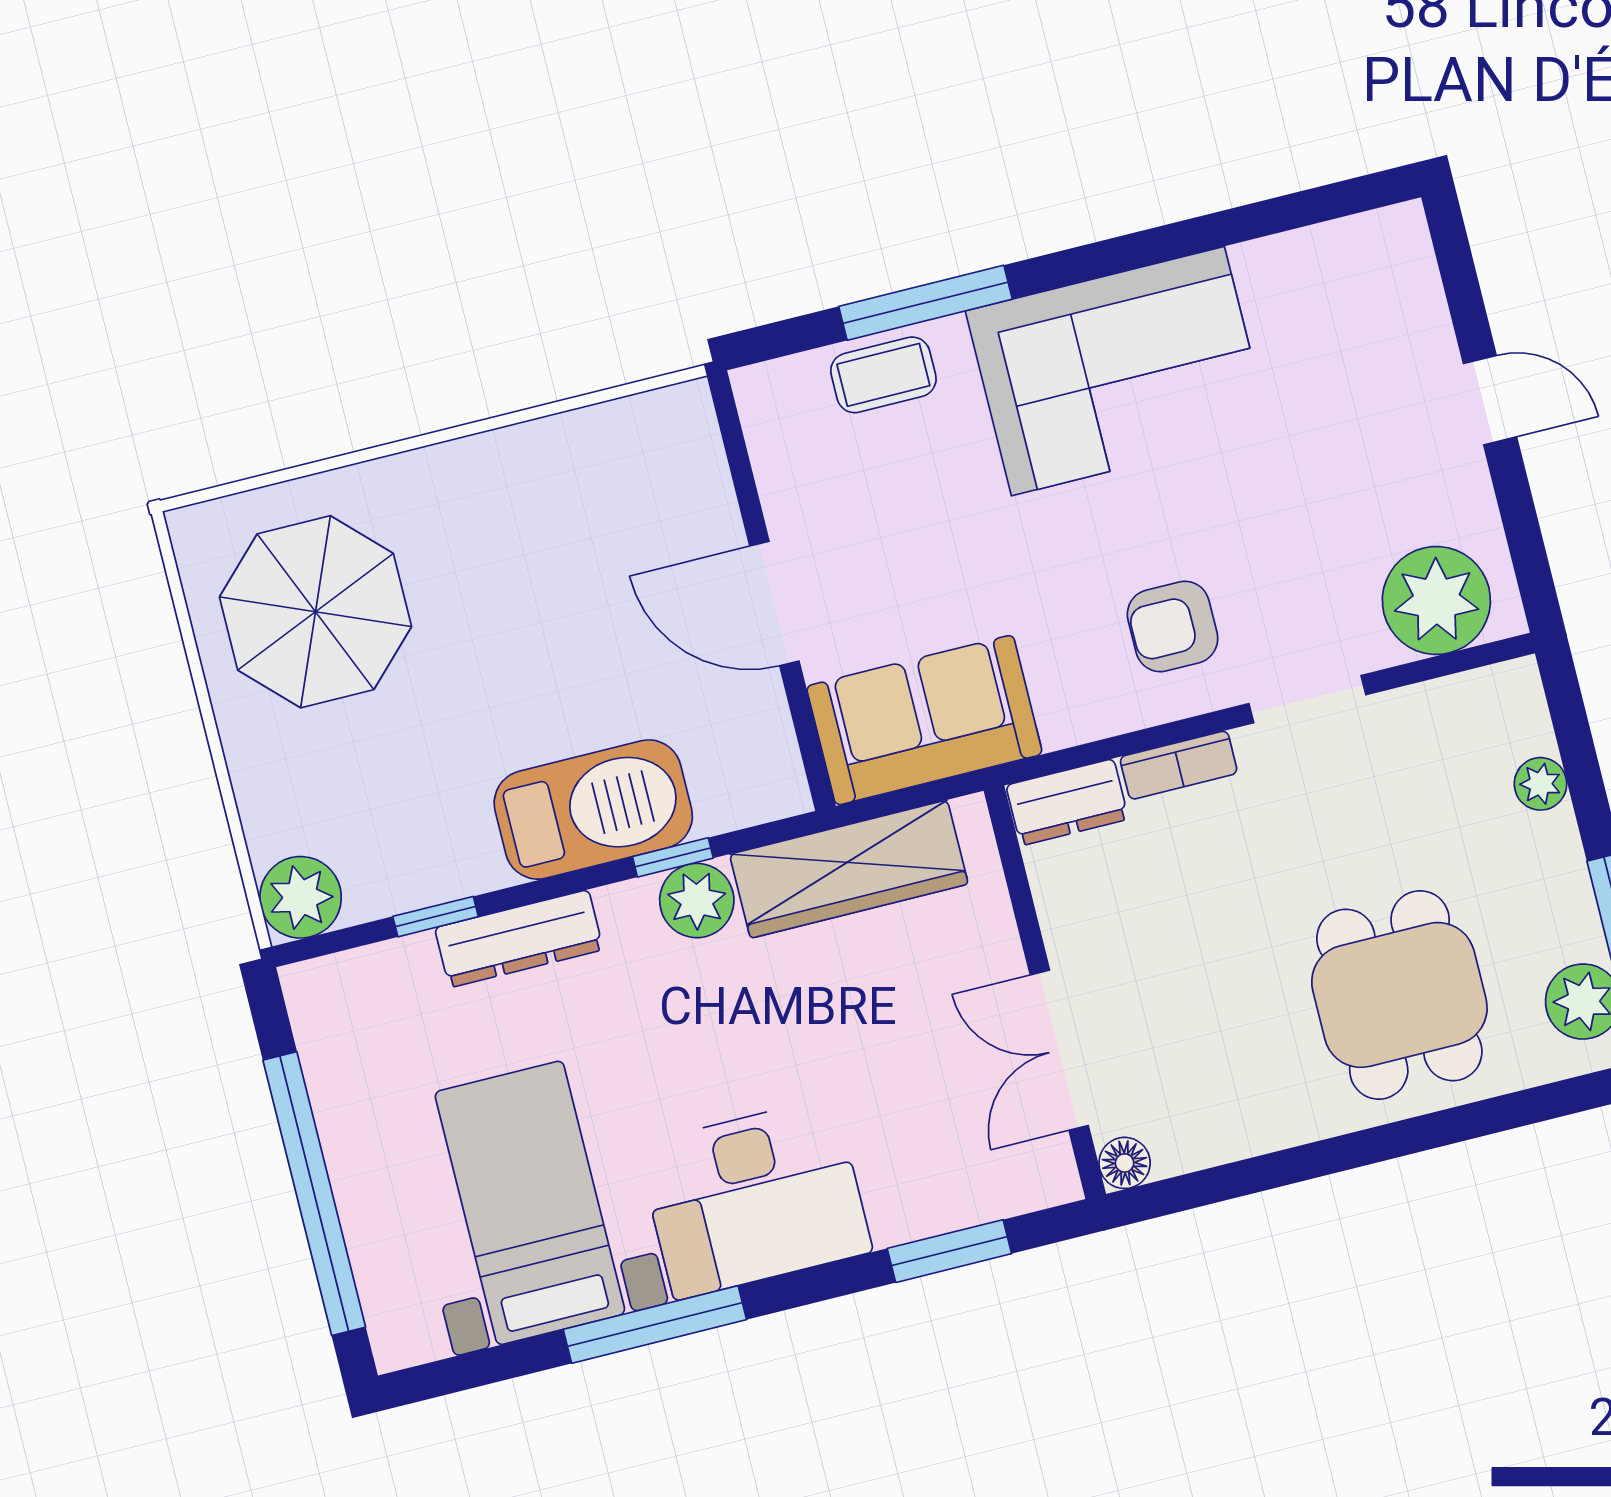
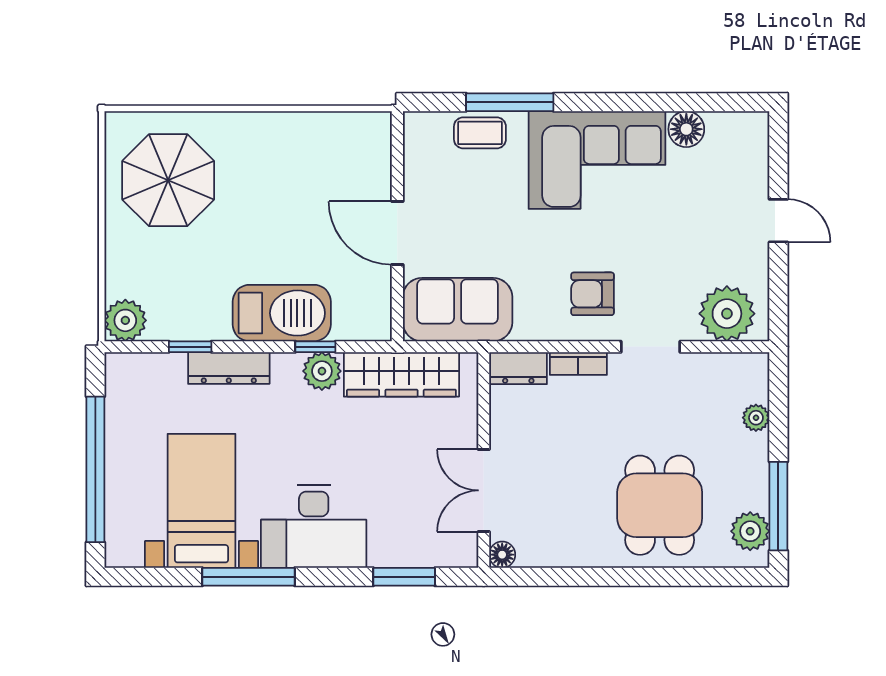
floor lamp: (1272, 270) -> (686, 129), added

